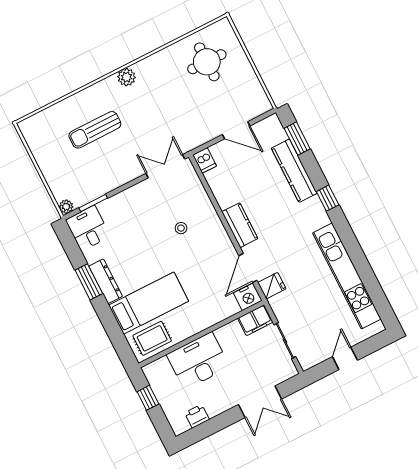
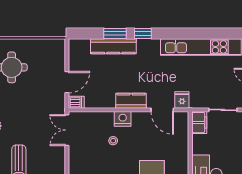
door: (236, 130) -> (67, 82), moved
window: (297, 139) -> (115, 33), moved
nightstand: (248, 297) -> (123, 119), moved, turned -90

